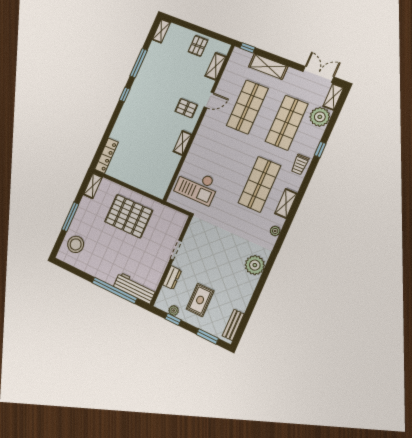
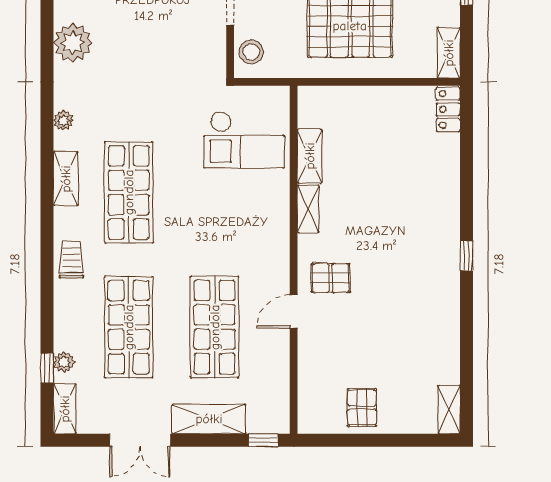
window: (139, 63) -> (466, 328), removed
shelving: (216, 66) -> (310, 156), moved
double door: (318, 74) -> (140, 440), moved
plant: (320, 117) -> (64, 362), width x0.53, depth x0.53
window: (320, 149) -> (47, 368), moved
locker: (106, 156) -> (448, 109), width x0.66
checkout: (197, 186) -> (244, 140), turned 180
stool: (176, 224) -> (251, 52), added

